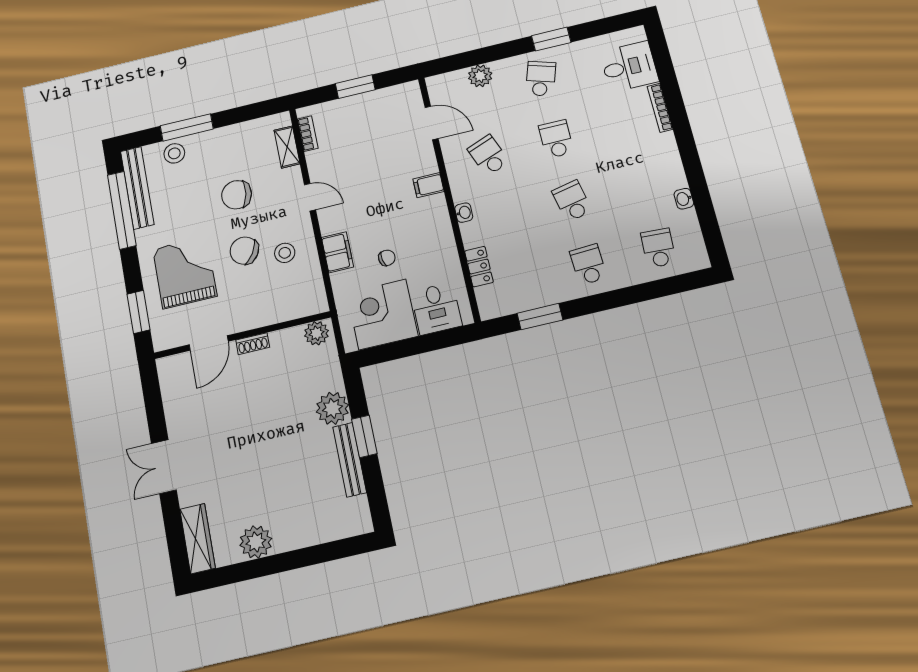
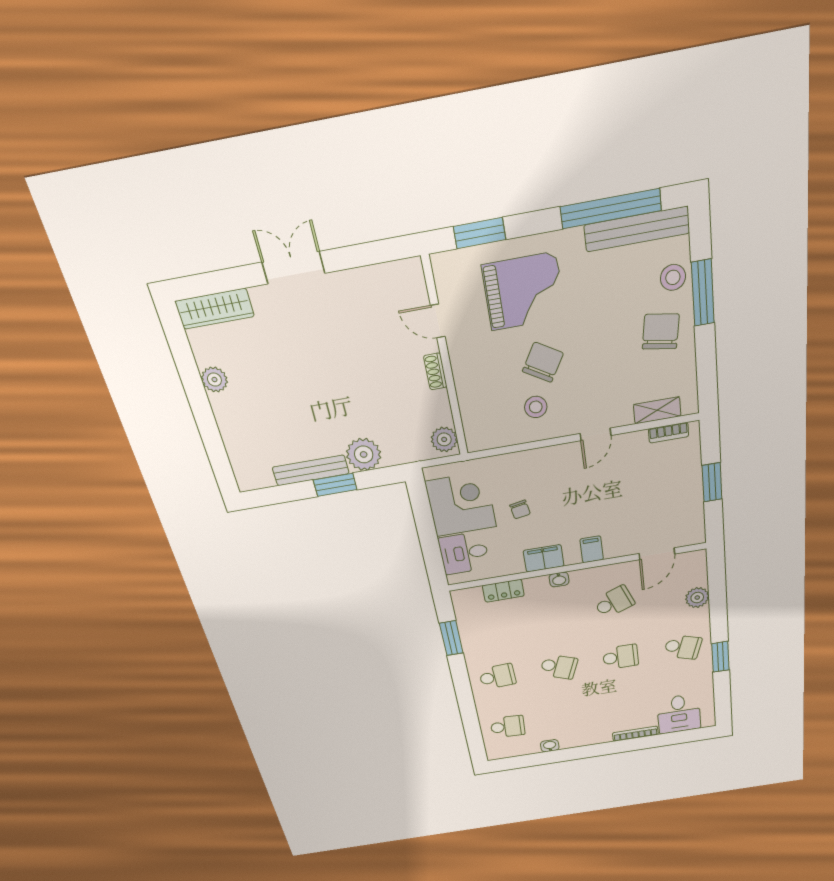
chair: (237, 195) -> (661, 332), moved
school desk: (572, 201) -> (559, 667), turned 33
filing cabinet: (337, 252) -> (544, 558), moved, turned 180
door: (209, 343) -> (438, 321), width x0.73
plant: (256, 542) -> (214, 380), width x0.73, depth x0.73

